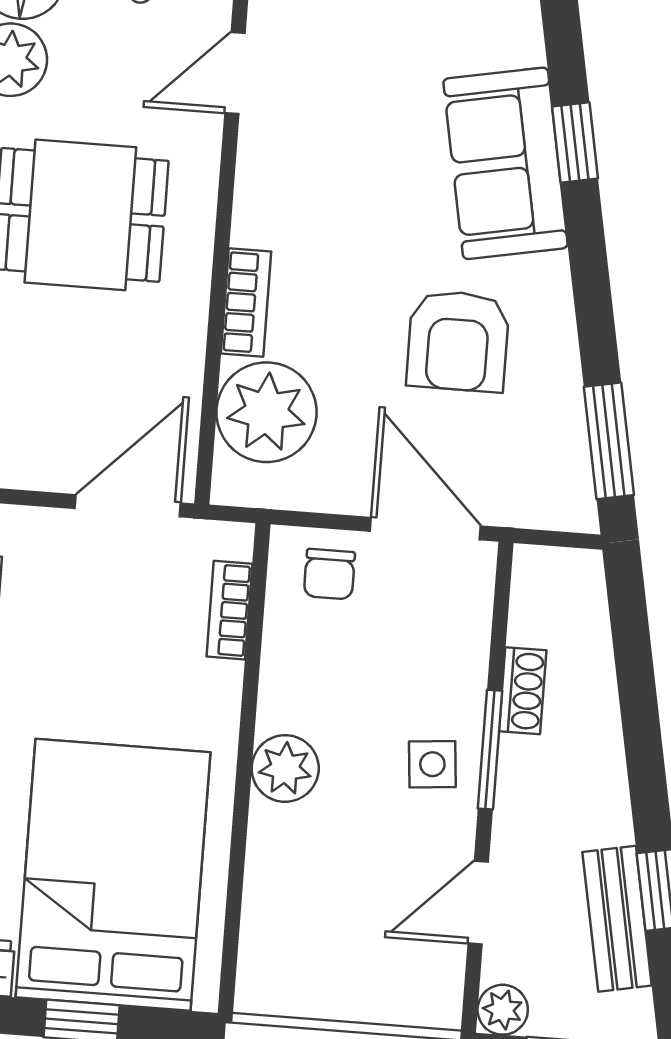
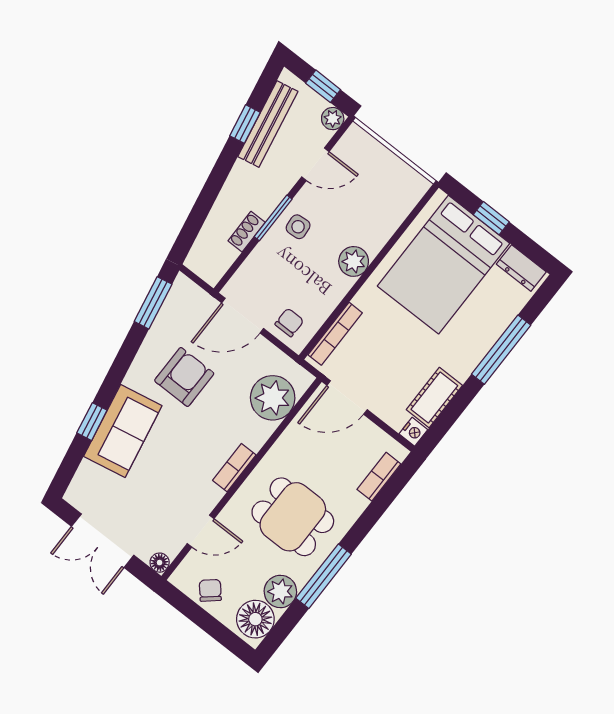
bookcase: (246, 303) -> (234, 468), moved
door: (425, 529) -> (243, 316), hinge flipped
bookcase: (229, 610) -> (335, 334), width x1.56
bench: (617, 919) -> (268, 124), width x1.36

